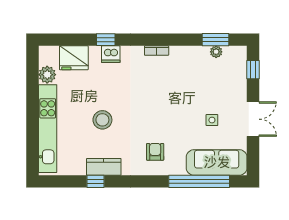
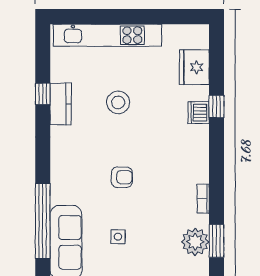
bookcase: (157, 51) -> (203, 199), moved
plant: (216, 52) -> (195, 242), width x1.88, depth x1.88
plant: (47, 75) -> (174, 35), removed
armchair: (155, 152) -> (122, 177), moved

